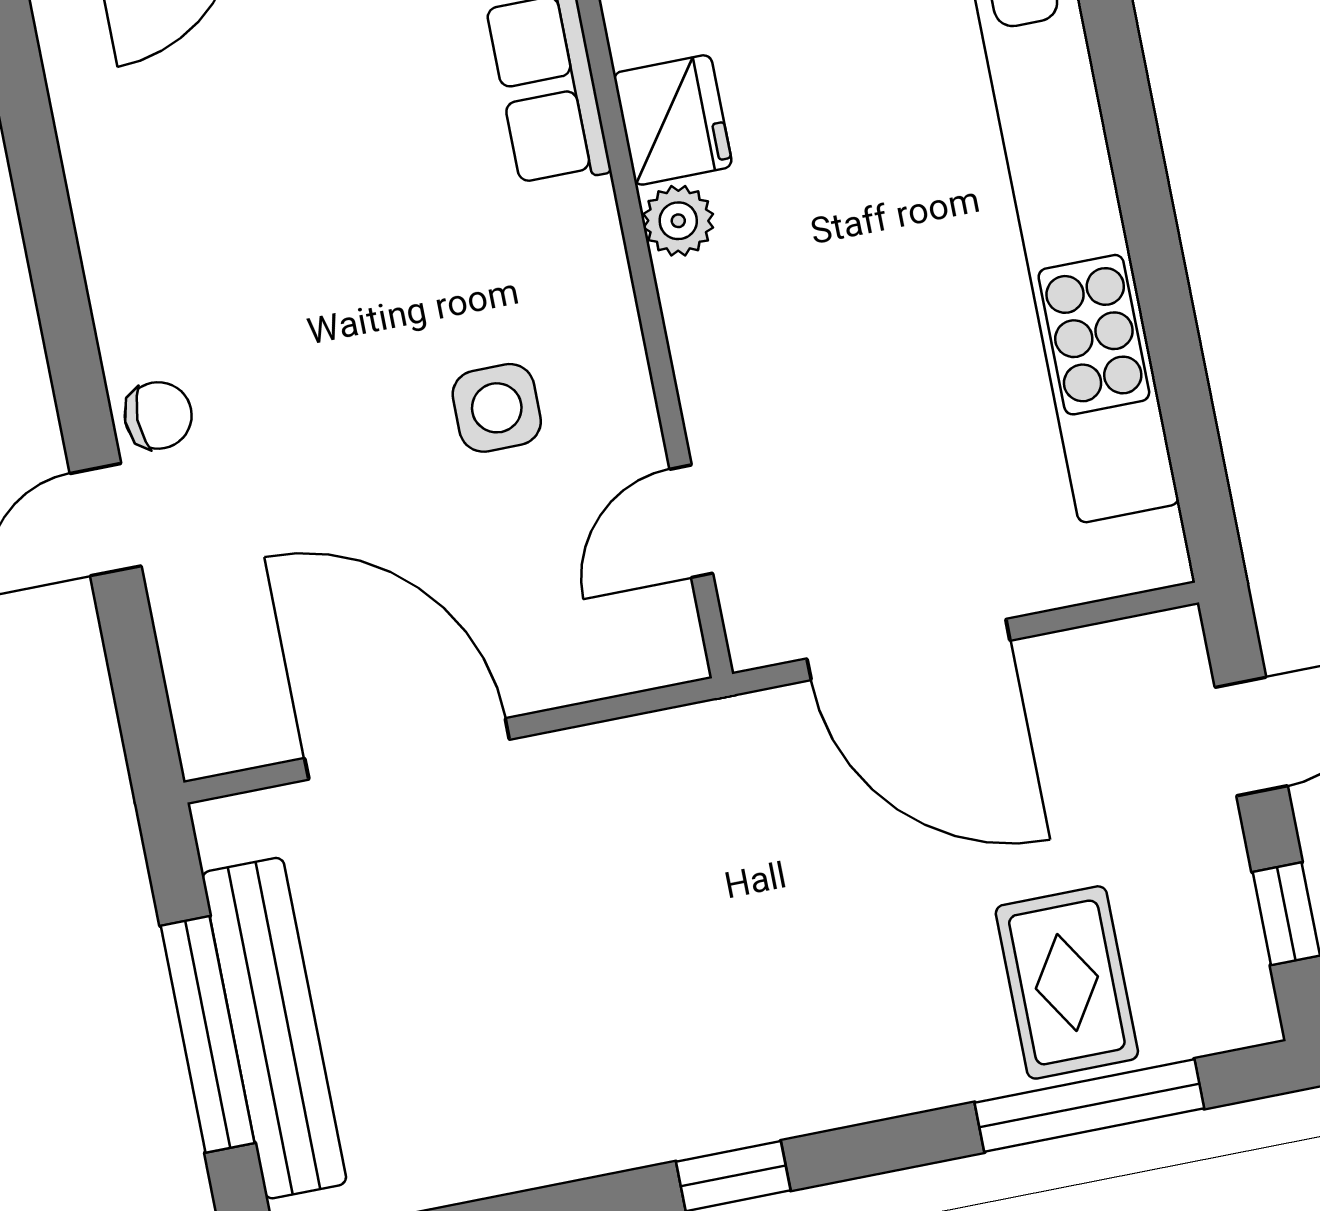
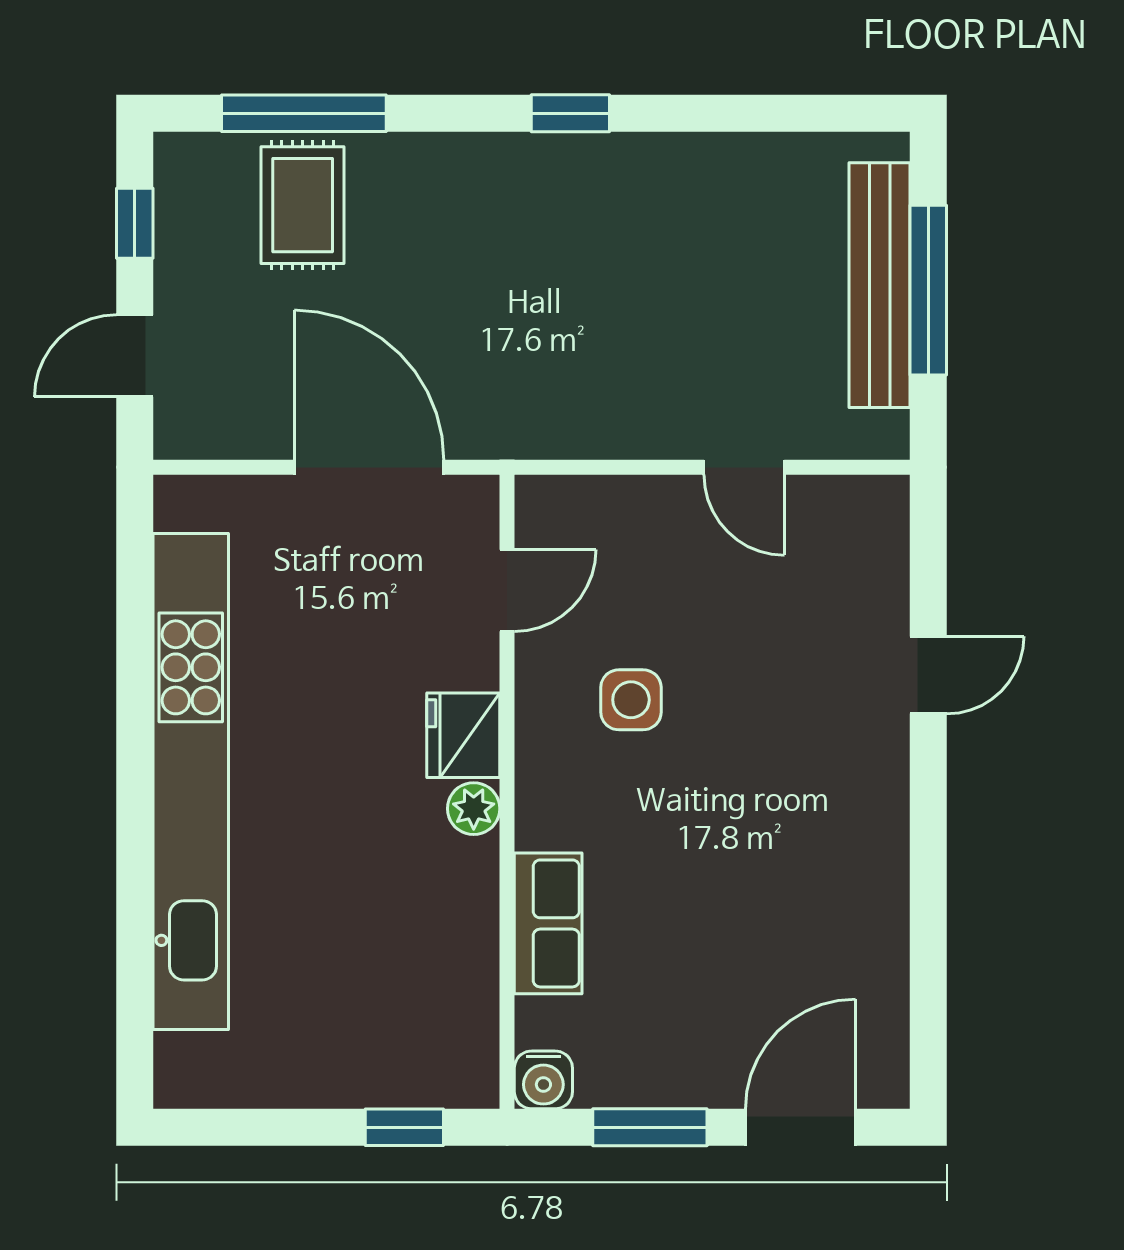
fridge: (673, 120) -> (463, 735), moved
chair: (158, 415) -> (876, 743), removed
door: (407, 749) -> (744, 467), width x0.53

